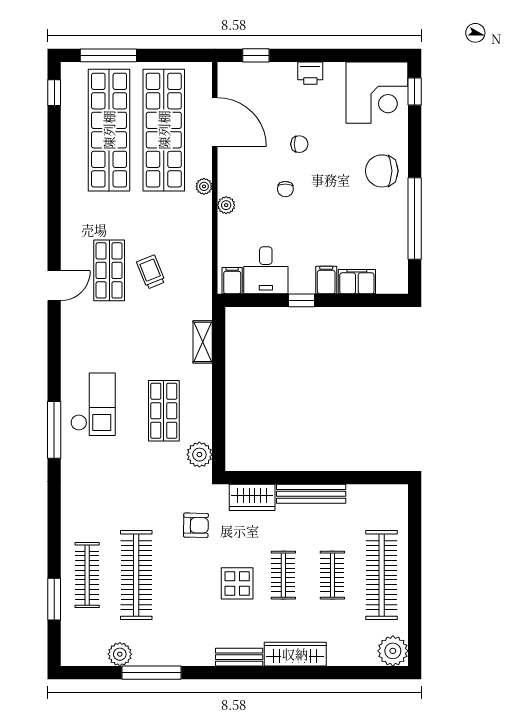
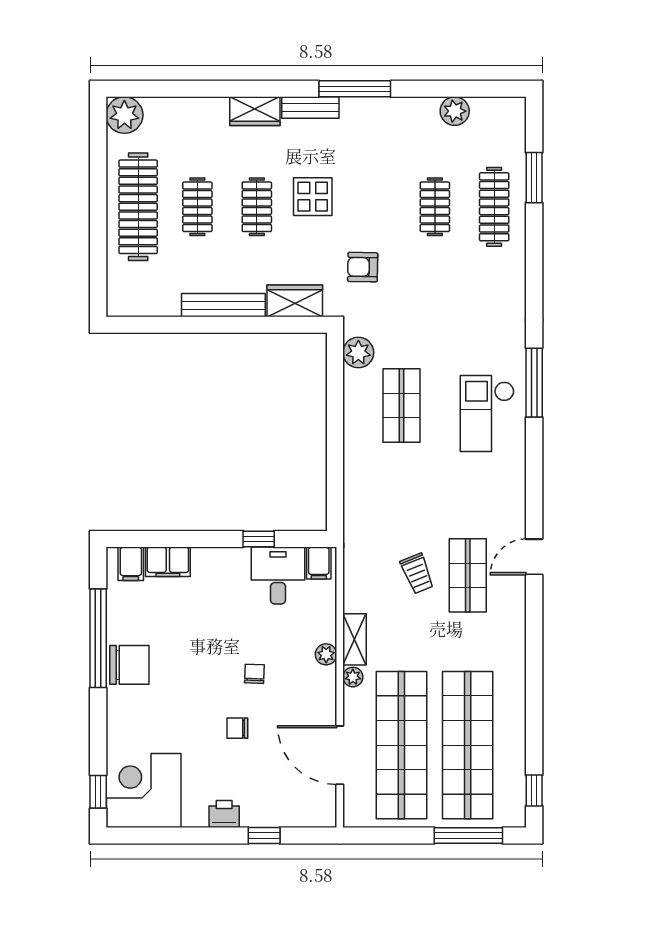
window: (256, 55) -> (264, 835), moved
chair: (382, 171) -> (129, 665), moved
filing cabinet: (326, 280) -> (131, 564), moved
window: (301, 300) -> (259, 539), moved
shelving: (203, 342) -> (355, 639), moved
clothes rail: (136, 575) -> (435, 207), width x0.54, depth x0.76
wardrobe: (295, 654) -> (255, 111), width x0.67
window: (151, 673) -> (355, 89), moved

